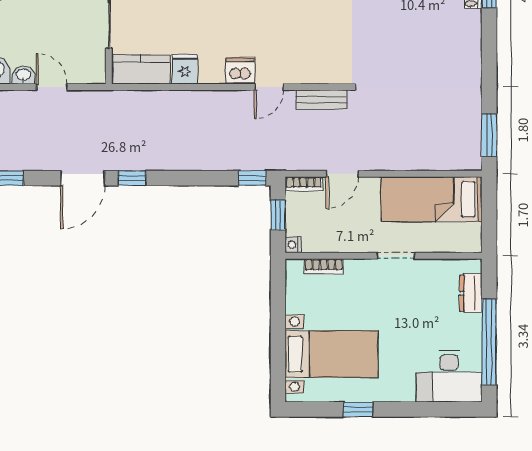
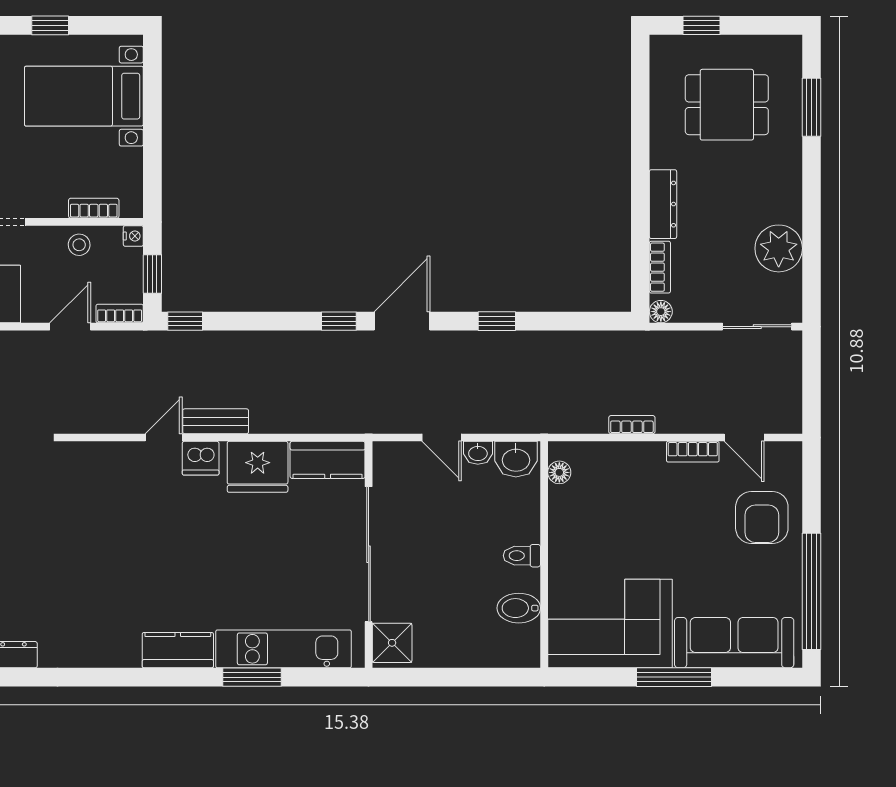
fridge: (185, 69) -> (258, 467), width x1.88, depth x1.34
bench: (321, 100) -> (216, 421), moved
stool: (335, 238) -> (79, 245), added

